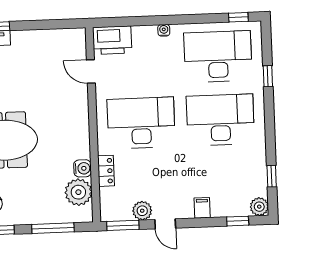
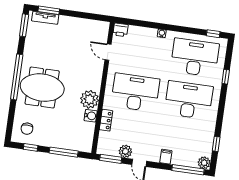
printer: (112, 40) -> (121, 30), width x0.53, depth x0.68
plant: (78, 192) -> (90, 99), moved
window: (238, 221) -> (188, 170), width x2.17

